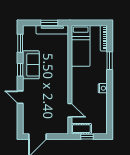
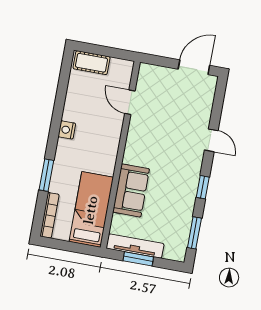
sofa: (31, 65) -> (131, 190), moved, turned 180
cot: (81, 129) -> (92, 63), moved
window: (87, 137) -> (109, 52), removed

